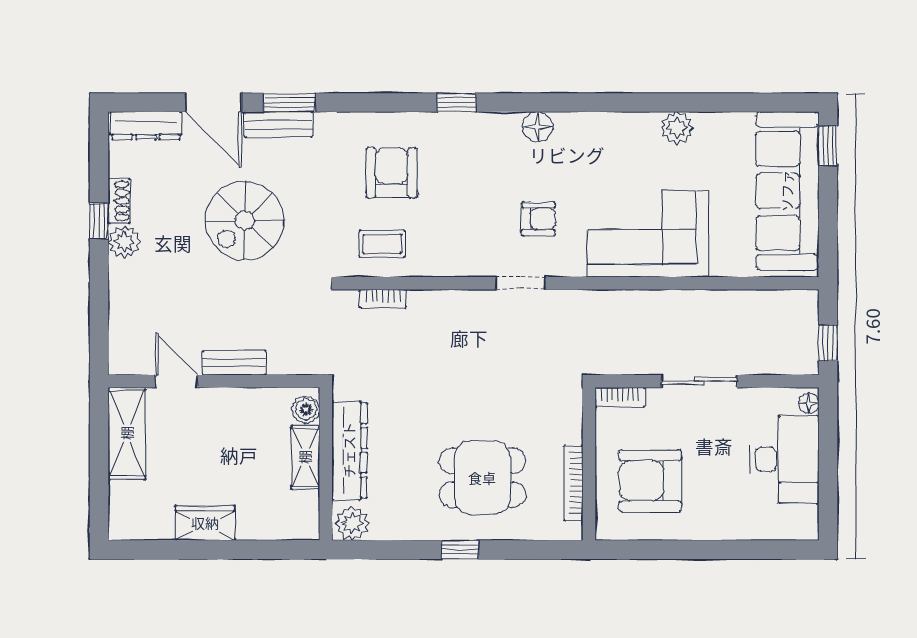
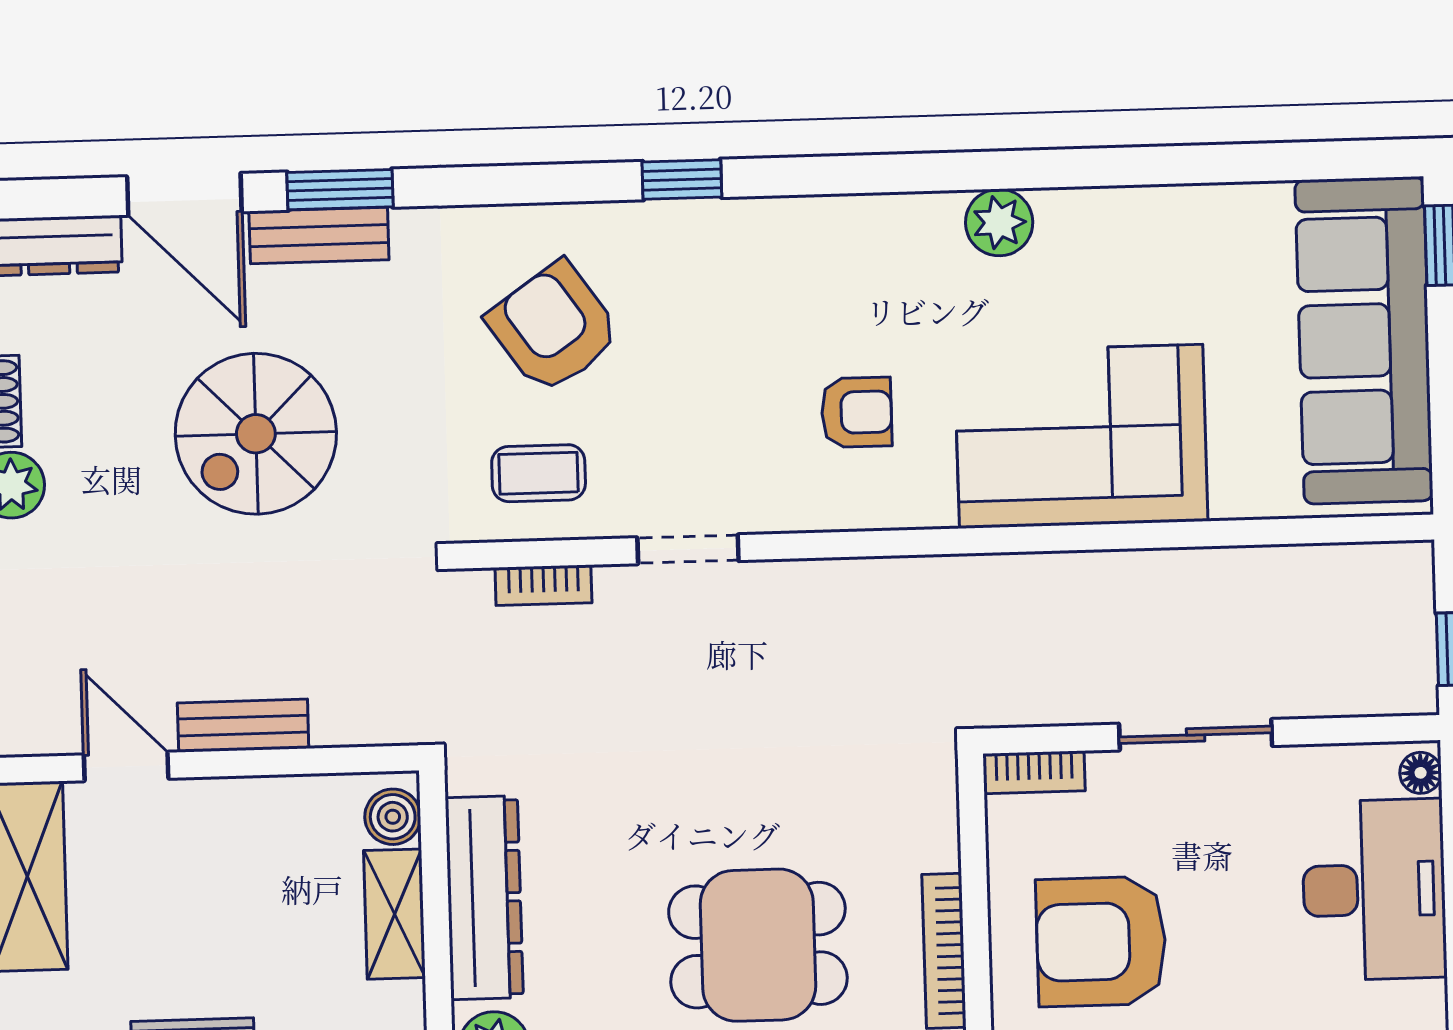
floor lamp: (538, 127) -> (850, 224), removed
plant: (677, 128) -> (999, 222), moved
armchair: (392, 173) -> (554, 327), turned -35
doorway: (521, 283) -> (688, 549), moved

